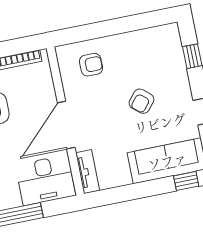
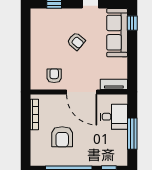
armchair: (91, 65) -> (54, 76), moved
desk: (46, 180) -> (114, 117), width x0.73

